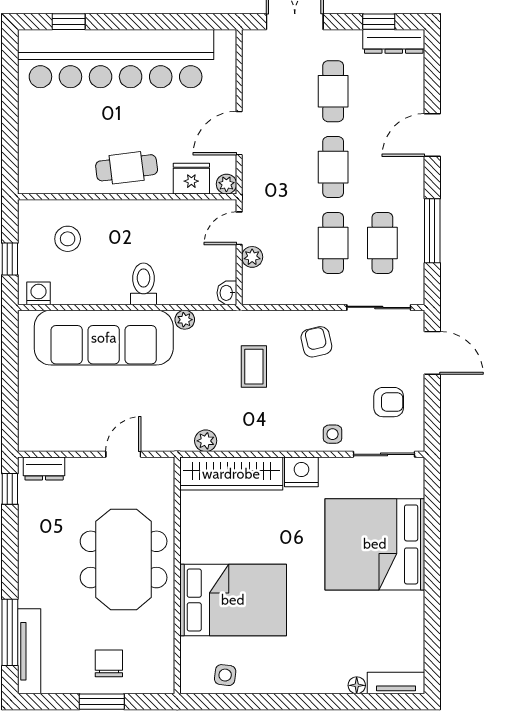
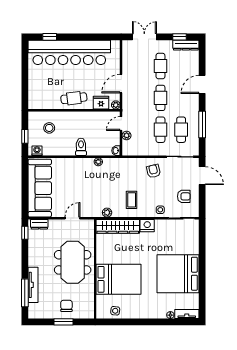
sofa: (104, 338) -> (40, 188), moved, turned -90
coffee table: (254, 367) -> (132, 200), moved
bed: (375, 544) -> (178, 274), moved
tv unit: (29, 651) -> (33, 285), moved

